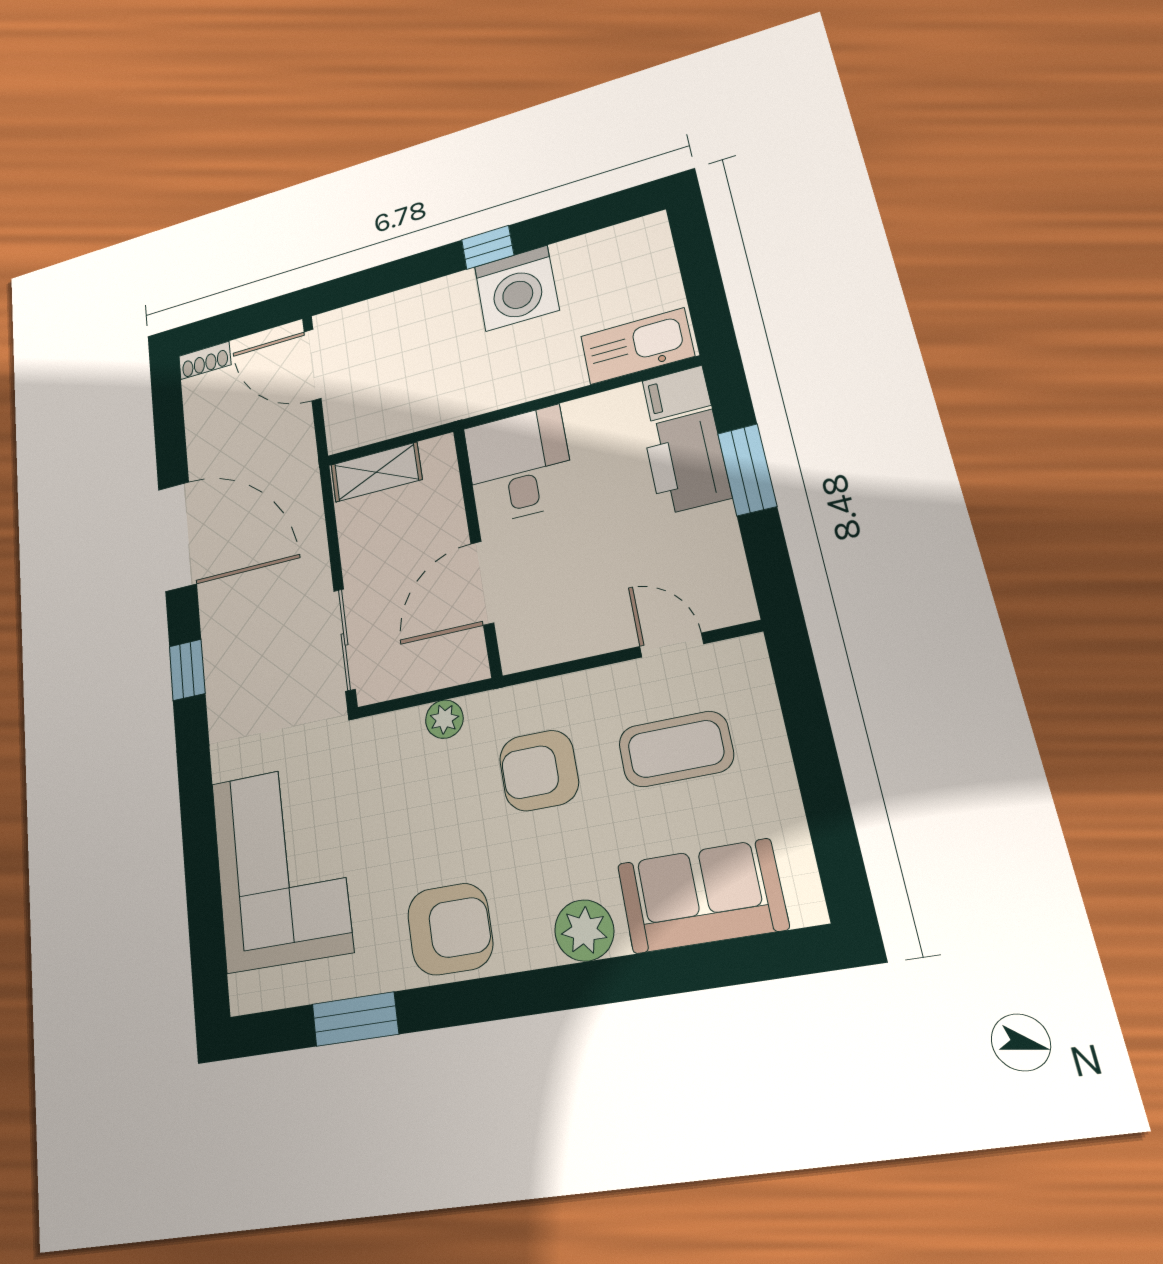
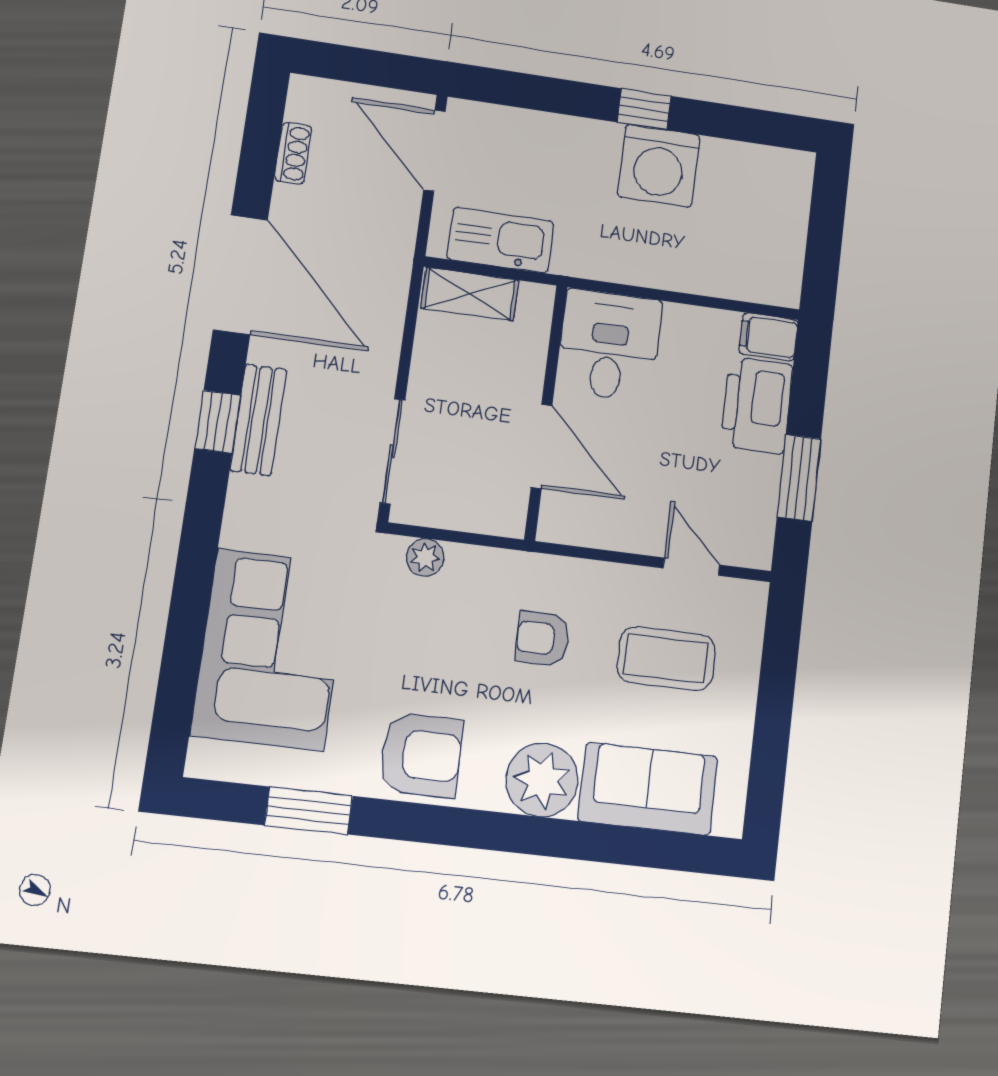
kitchen sink: (637, 346) -> (500, 240), moved
shoe rack: (205, 360) -> (293, 153), moved, turned -90
window: (747, 470) -> (799, 478), moved
door: (482, 583) -> (542, 446), swing flipped
bench: (221, 655) -> (258, 420), added
plant: (444, 719) -> (425, 557), moved
armchair: (539, 770) -> (543, 639), width x0.72, depth x0.72
plant: (584, 930) -> (542, 780), width x1.36, depth x1.36

